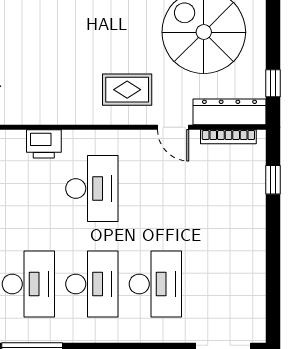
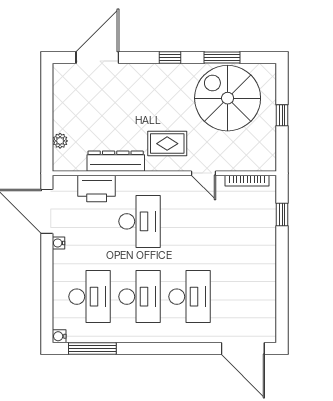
window: (273, 83) -> (282, 115), moved
dresser: (230, 112) -> (116, 161), moved
printer: (44, 144) -> (97, 188), width x1.37, depth x1.19

